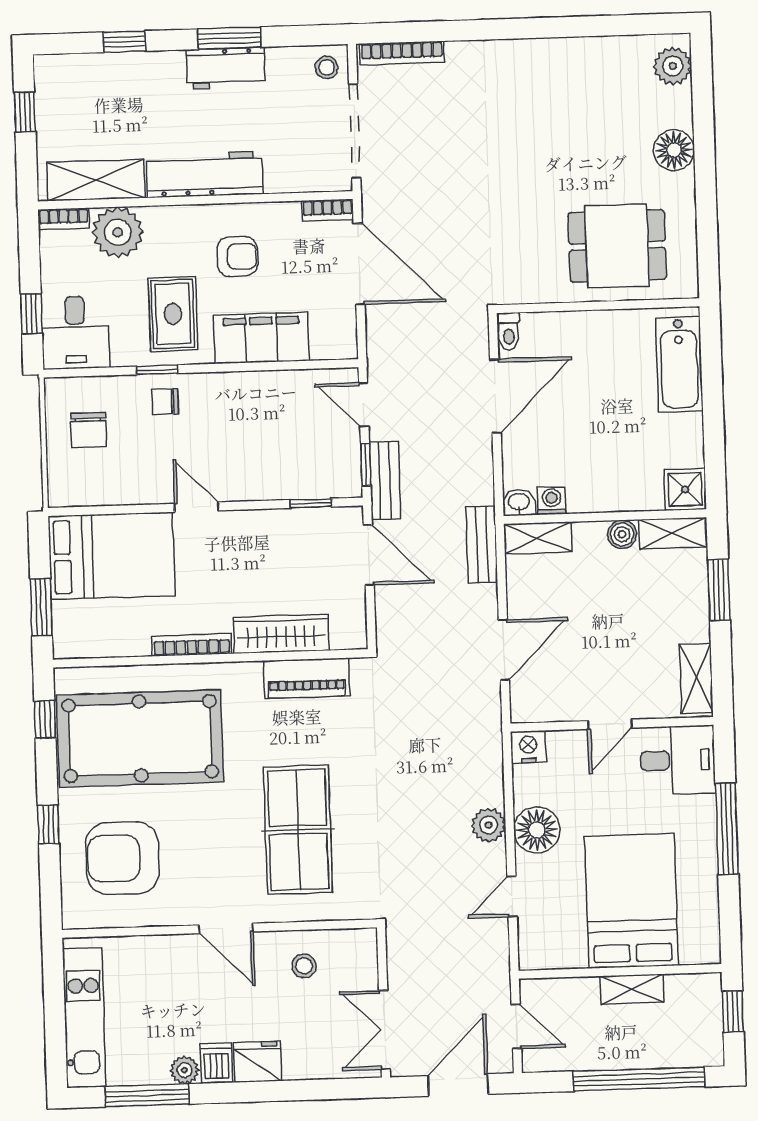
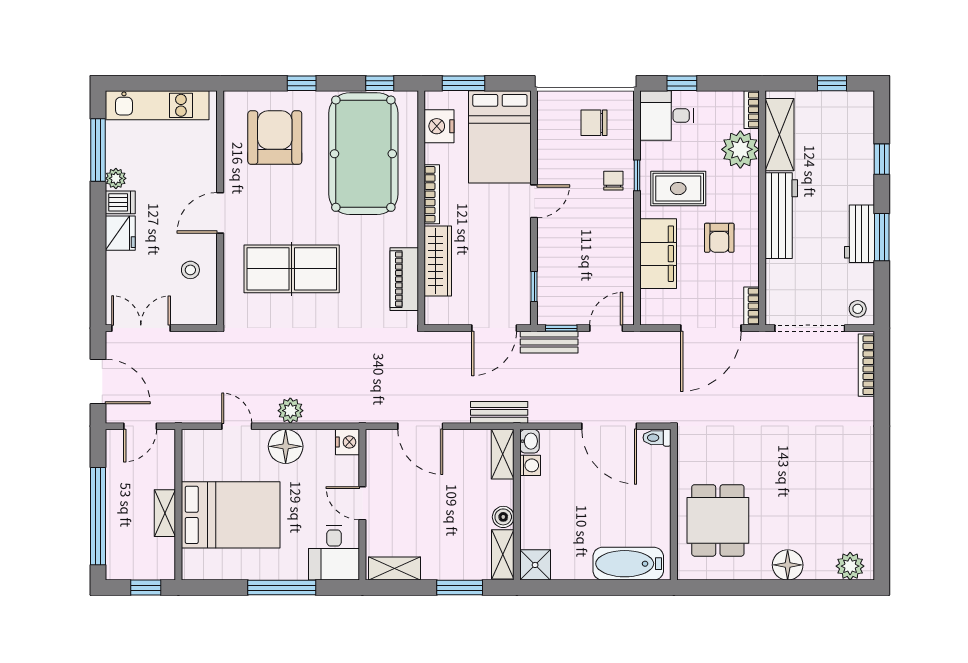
nightstand: (100, 638) -> (439, 126), added

